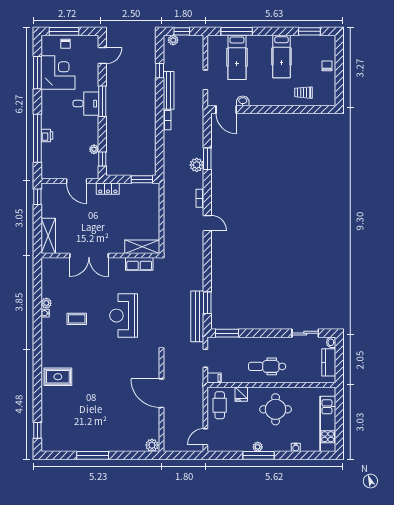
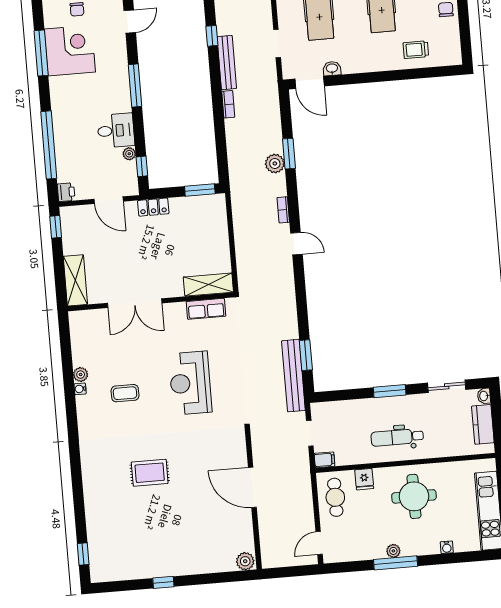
desk: (86, 104) -> (116, 130), moved
printer: (47, 135) -> (66, 192), moved
window: (227, 333) -> (390, 391), moved
rug: (58, 377) -> (150, 473), moved
window: (93, 455) -> (163, 582), width x0.46

